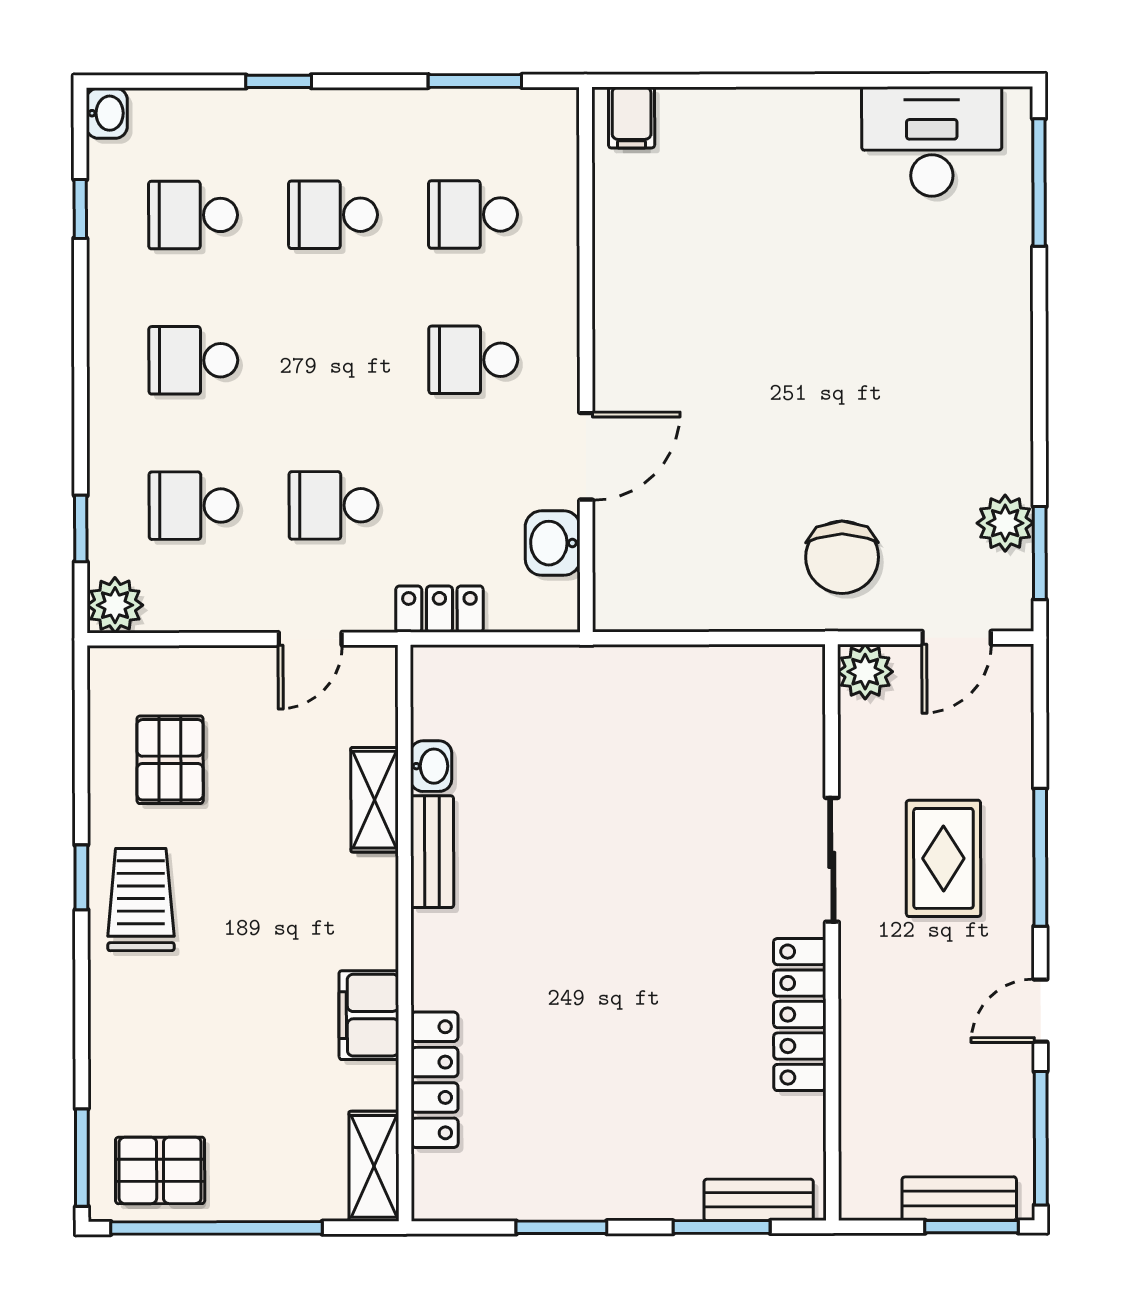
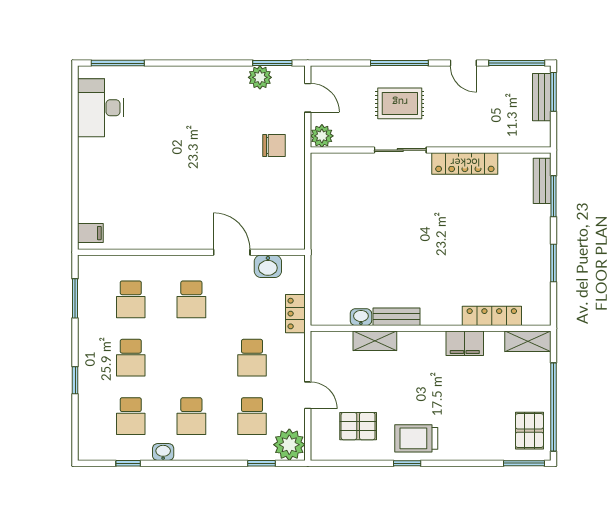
washbasin: (107, 113) -> (163, 452), moved
chair: (842, 557) -> (274, 146), width x0.73, depth x0.73
plant: (115, 605) -> (289, 445), width x1.36, depth x1.36
door: (310, 639) -> (308, 395), moved

